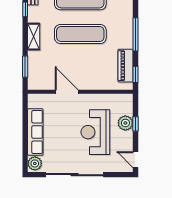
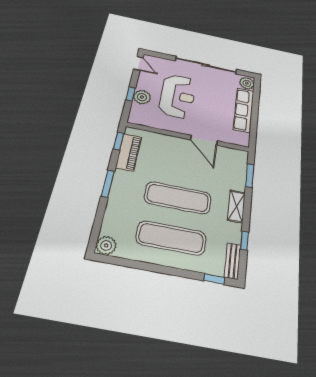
window: (136, 34) -> (108, 184), width x0.69

